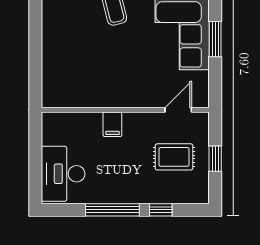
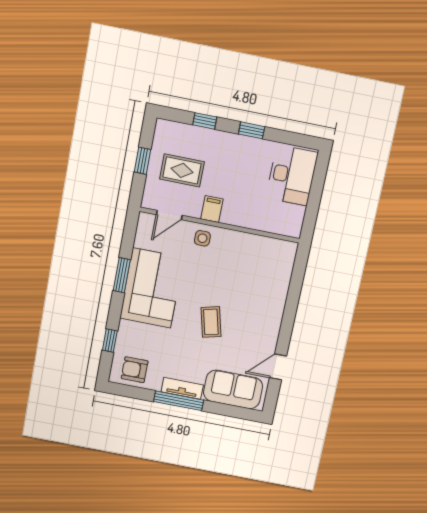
side table: (140, 93) -> (202, 238), added
filing cabinet: (112, 124) -> (212, 209), moved
window: (112, 210) -> (252, 130), width x0.46

